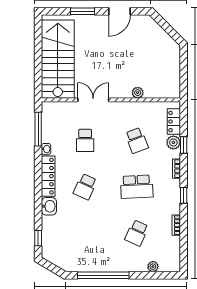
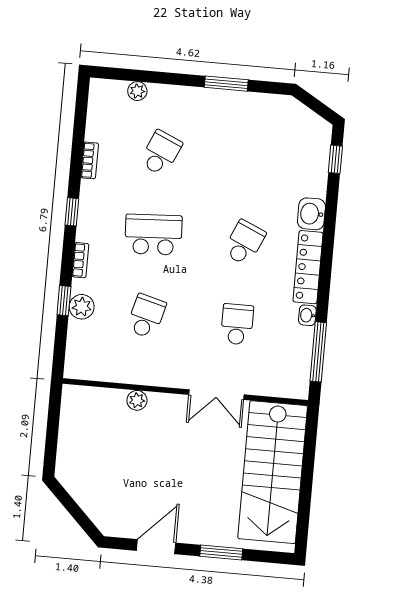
locker: (174, 122) -> (78, 344), removed
school desk: (137, 140) -> (146, 316), turned 36
window: (103, 275) -> (226, 84), width x0.47

